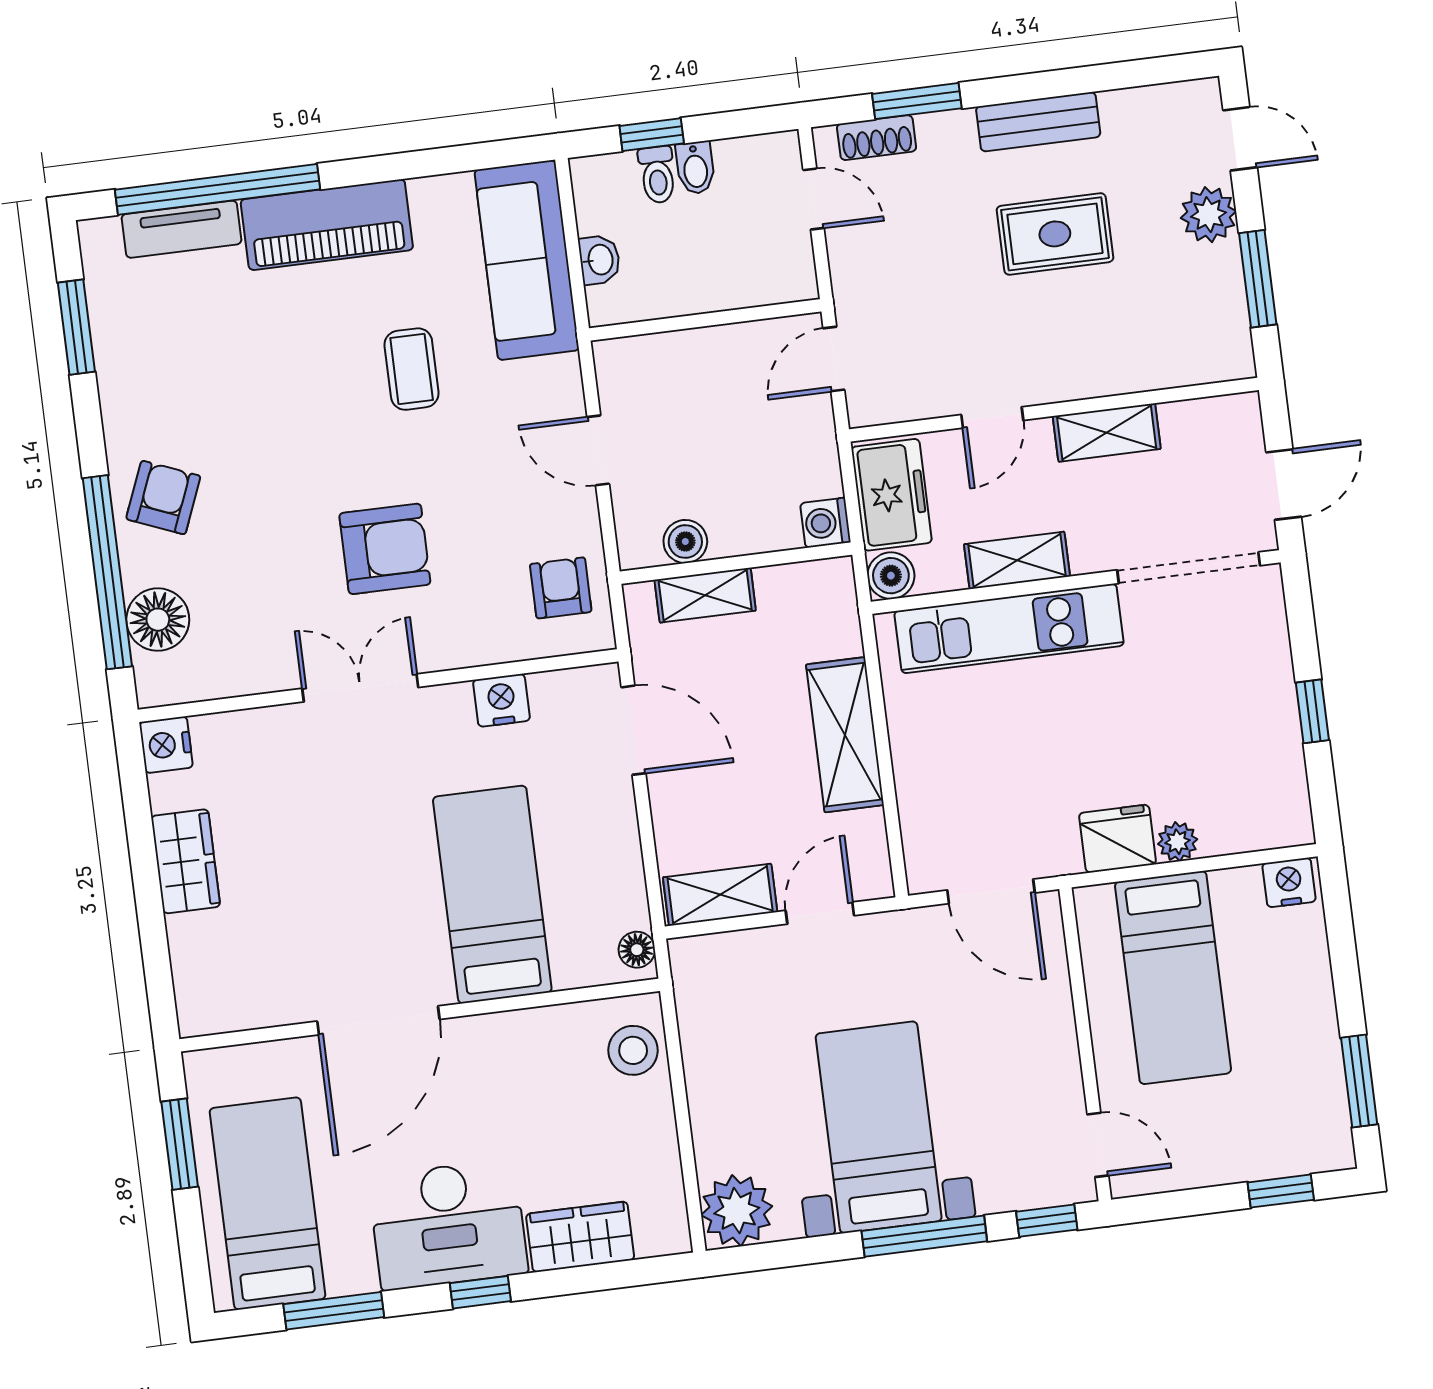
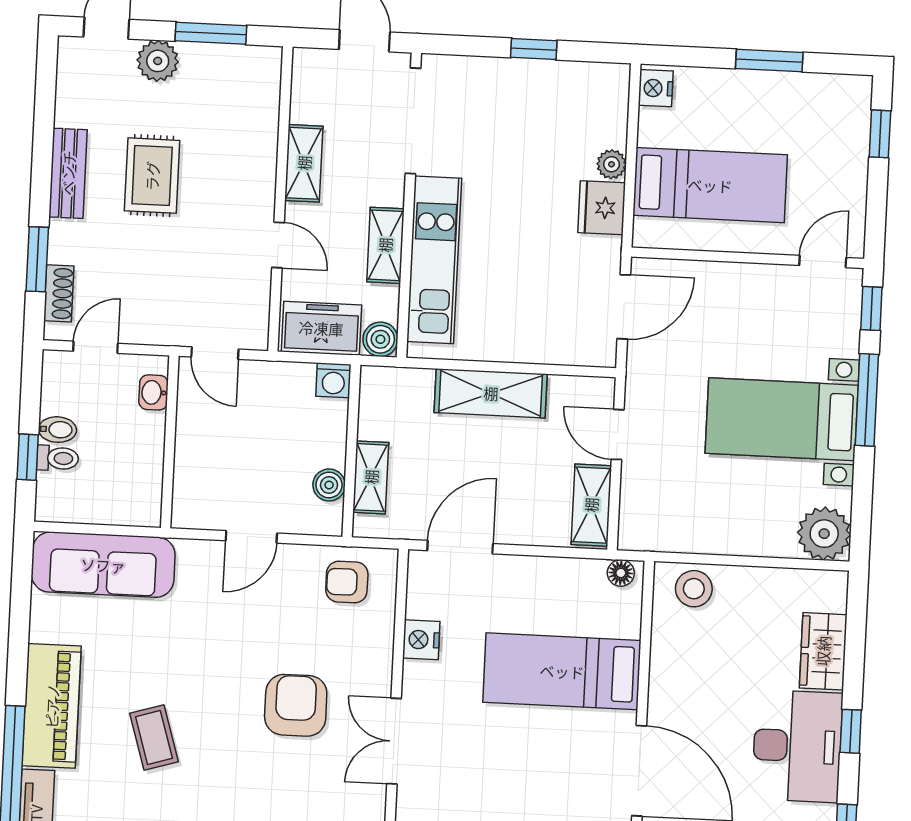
washbasin: (599, 260) -> (154, 392), moved, turned -90
coffee table: (412, 369) -> (154, 738), moved, turned 73
window: (1359, 1081) -> (769, 61), moved

